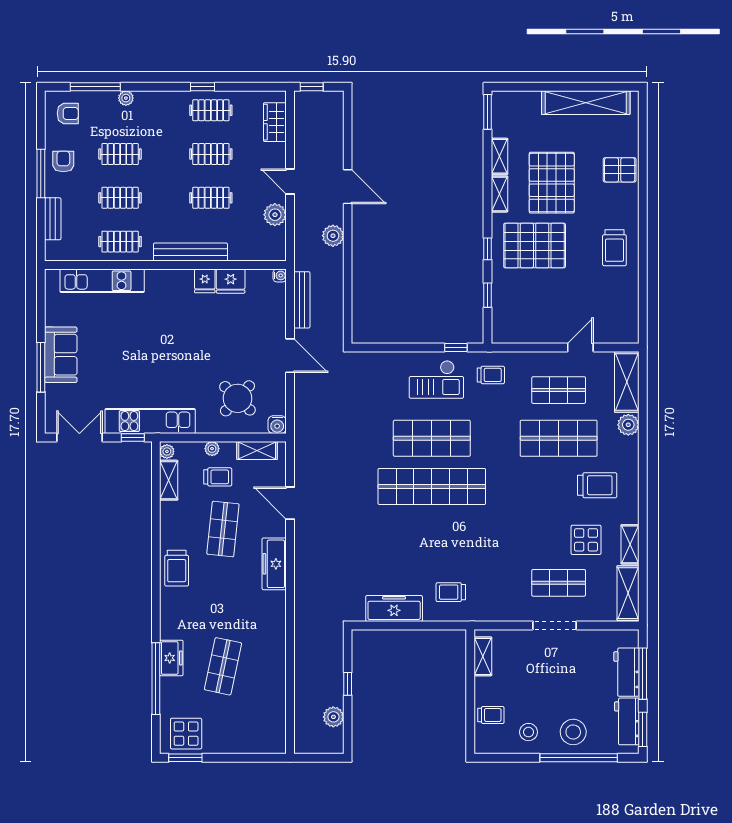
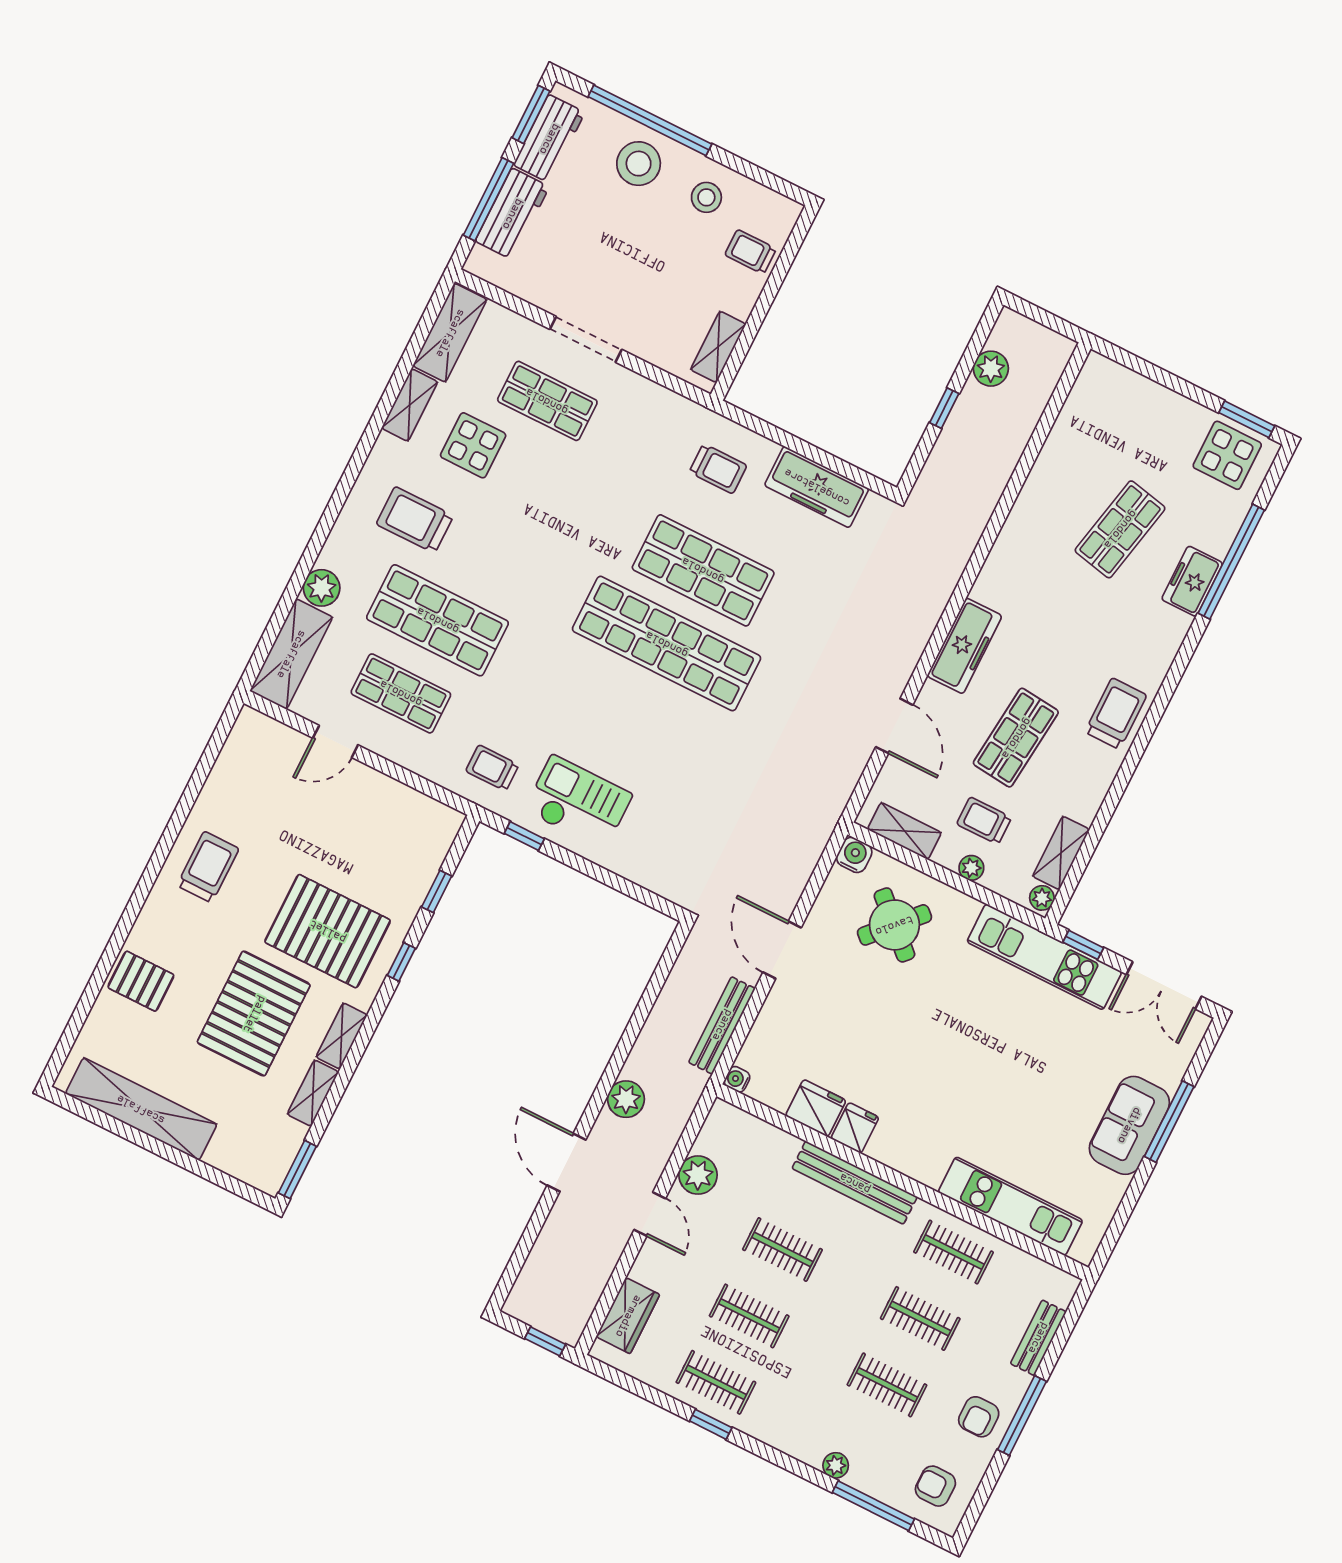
shop shelf: (432, 438) -> (703, 570), moved

